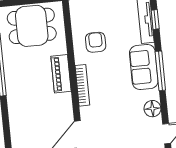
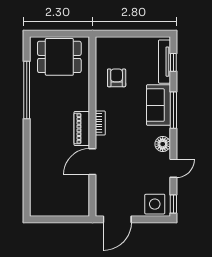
piano: (61, 74) -> (82, 128), moved
bookcase: (82, 85) -> (100, 123), width x0.64

